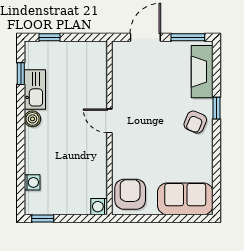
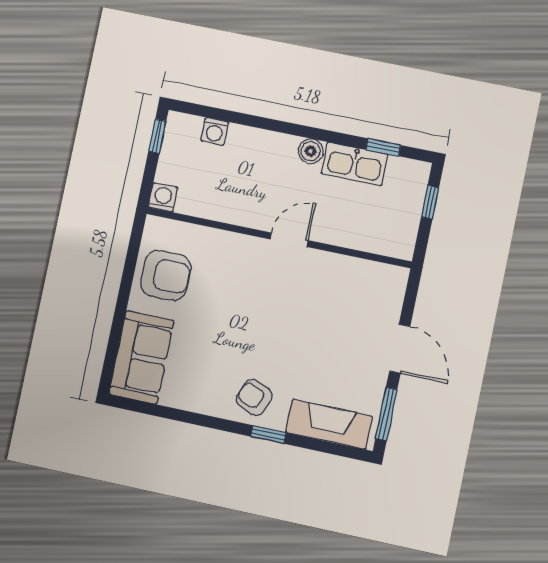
door: (110, 121) -> (289, 240), moved
wall: (110, 128) -> (278, 238), moved
washing machine: (99, 207) -> (163, 197), moved

